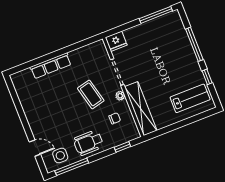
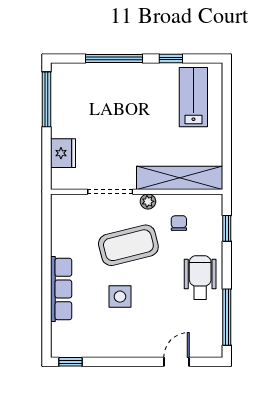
fridge: (116, 41) -> (63, 153), moved
window: (11, 87) -> (71, 362), added
coffee table: (91, 94) -> (128, 245), width x1.36, depth x1.32
wheelchair: (88, 143) -> (200, 277), turned 180
side table: (60, 156) -> (120, 297), moved

